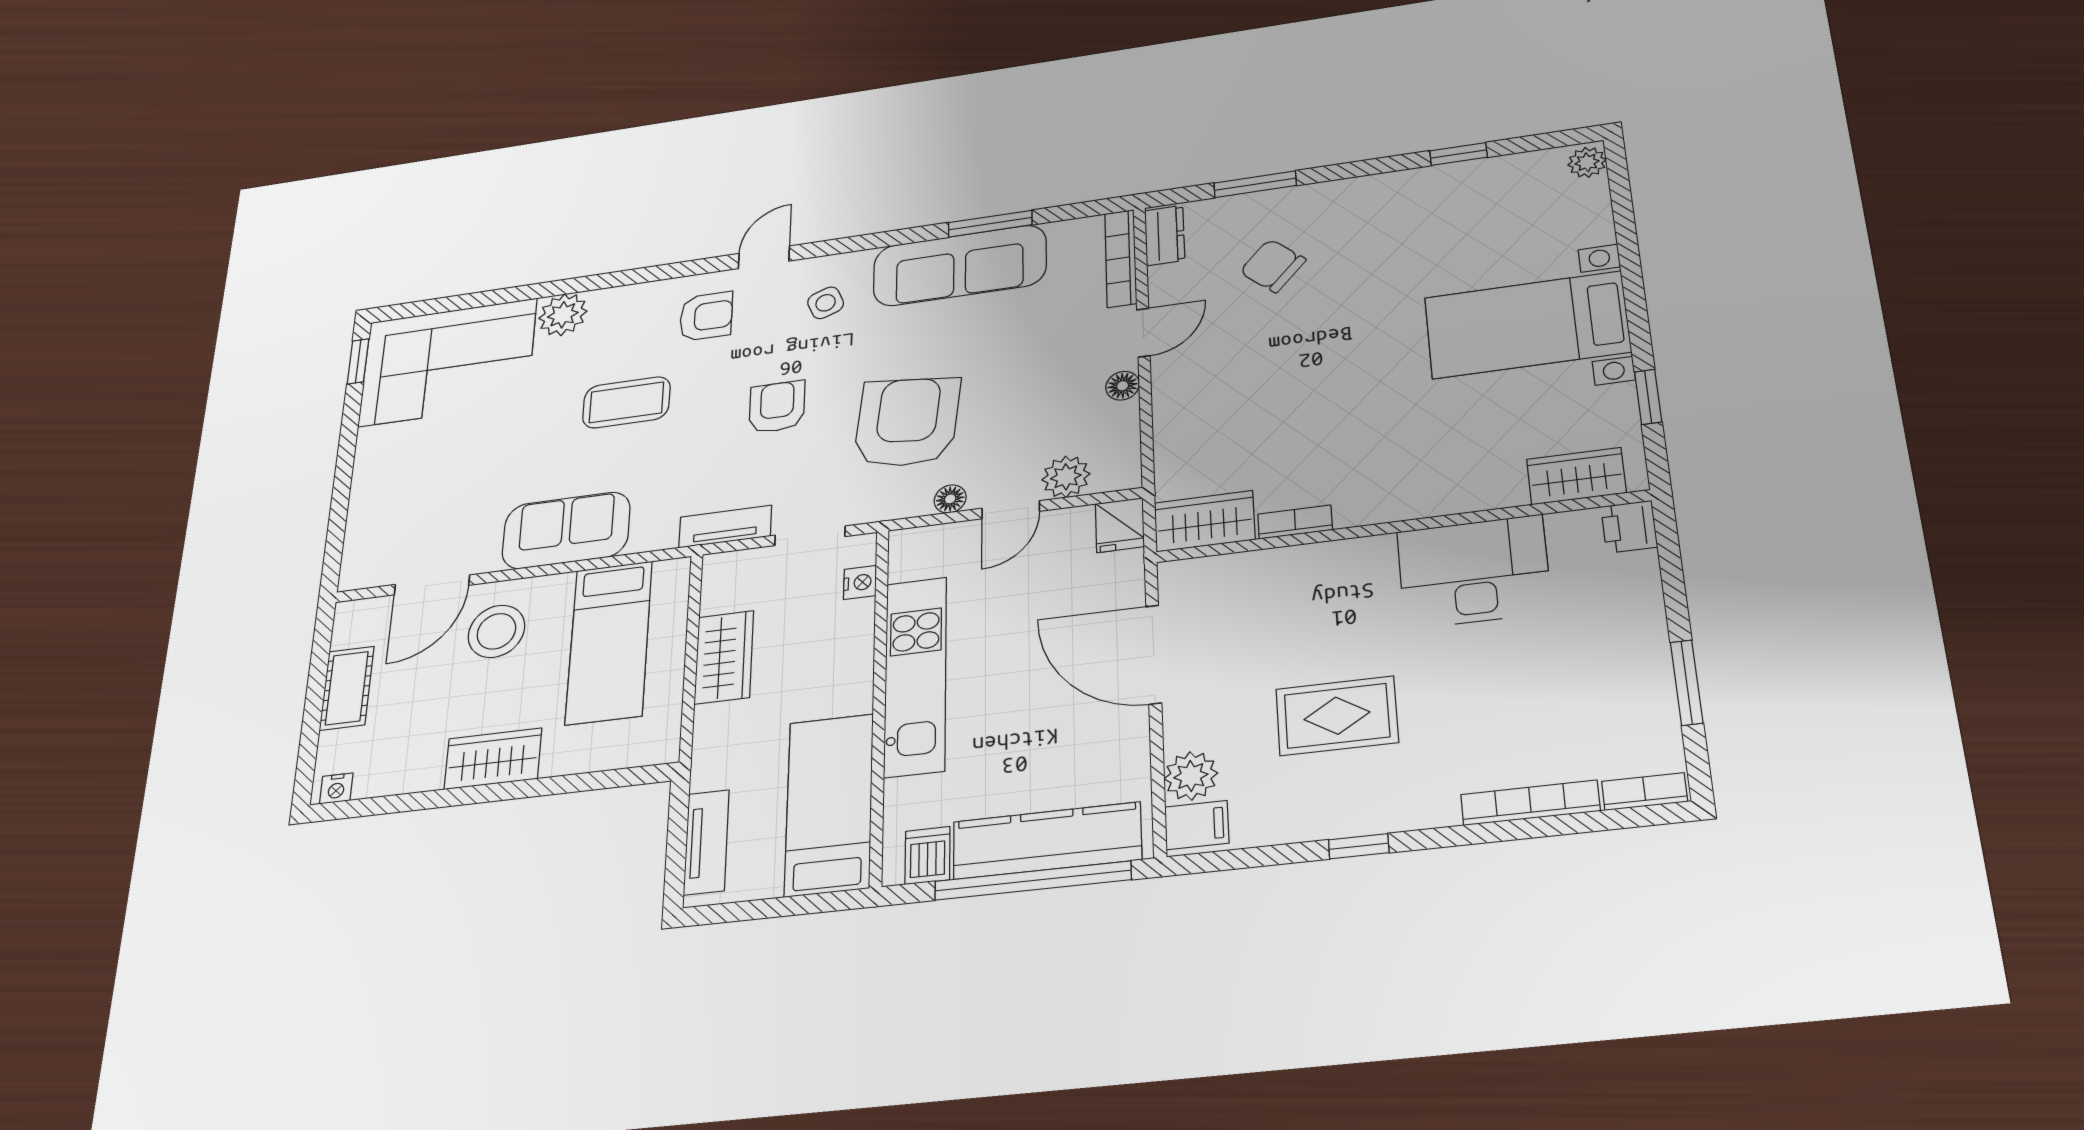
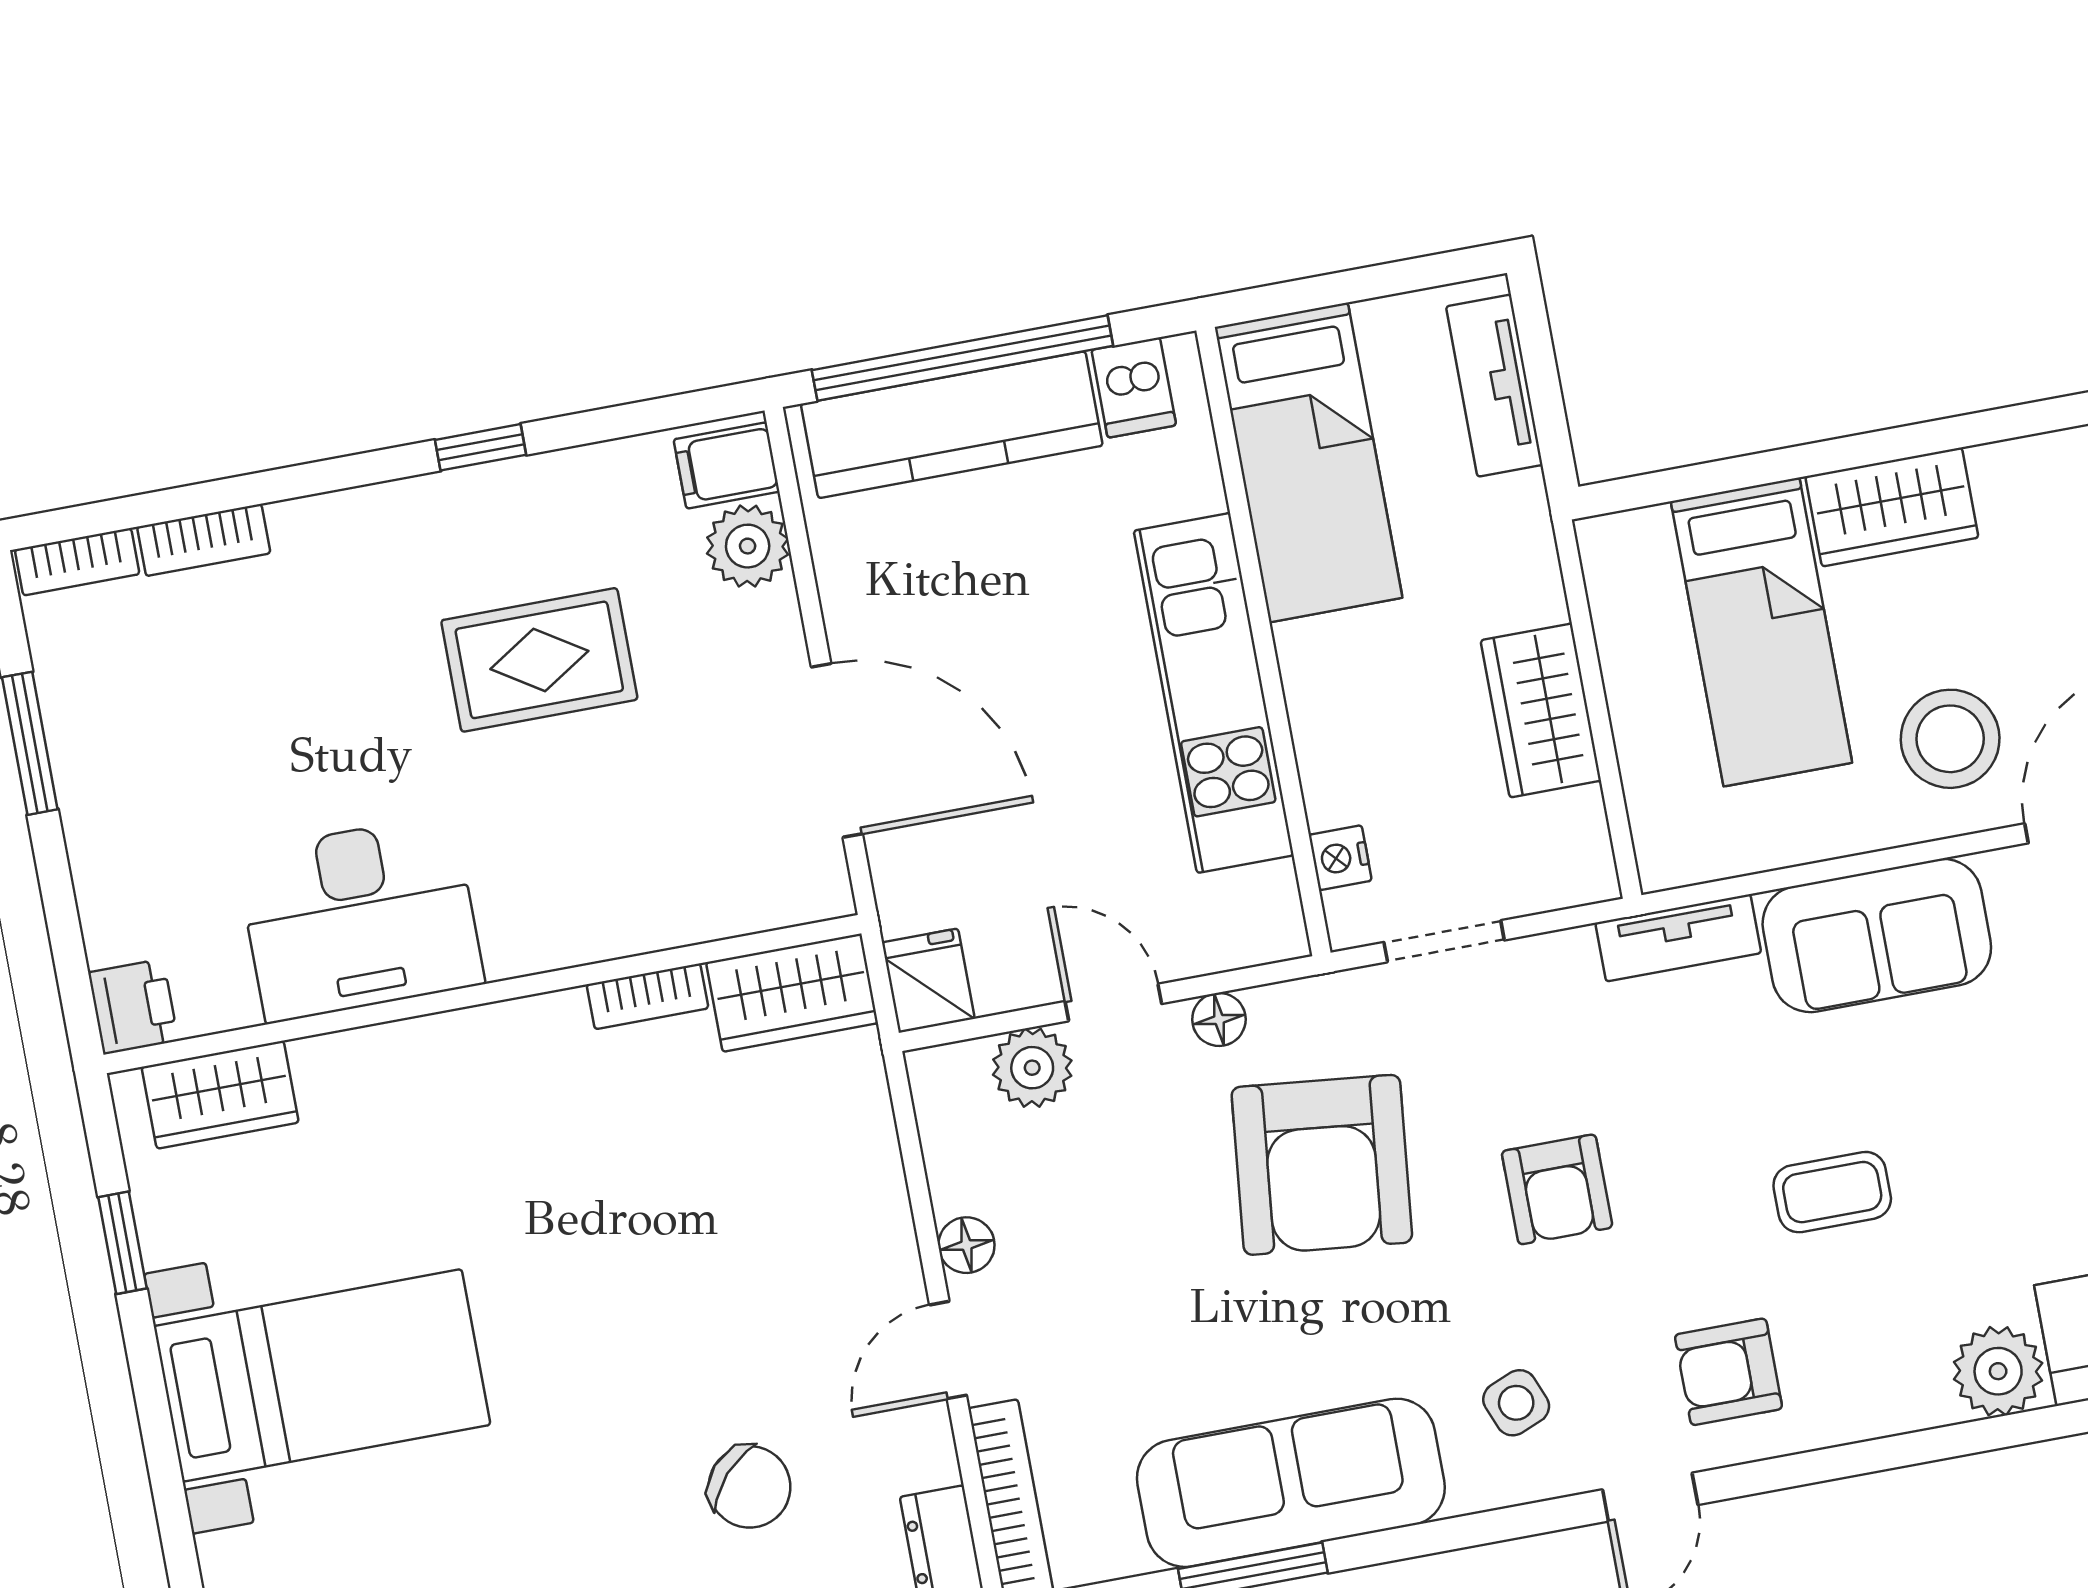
coffee table: (626, 402) -> (1832, 1192), width x0.73, depth x0.77
door: (1011, 510) -> (1113, 1003), hinge flipped
tv unit: (725, 527) -> (1678, 938), moved
bed: (609, 642) -> (1761, 632), moved, turned 180
bookcase: (1530, 803) -> (204, 540), width x0.64

